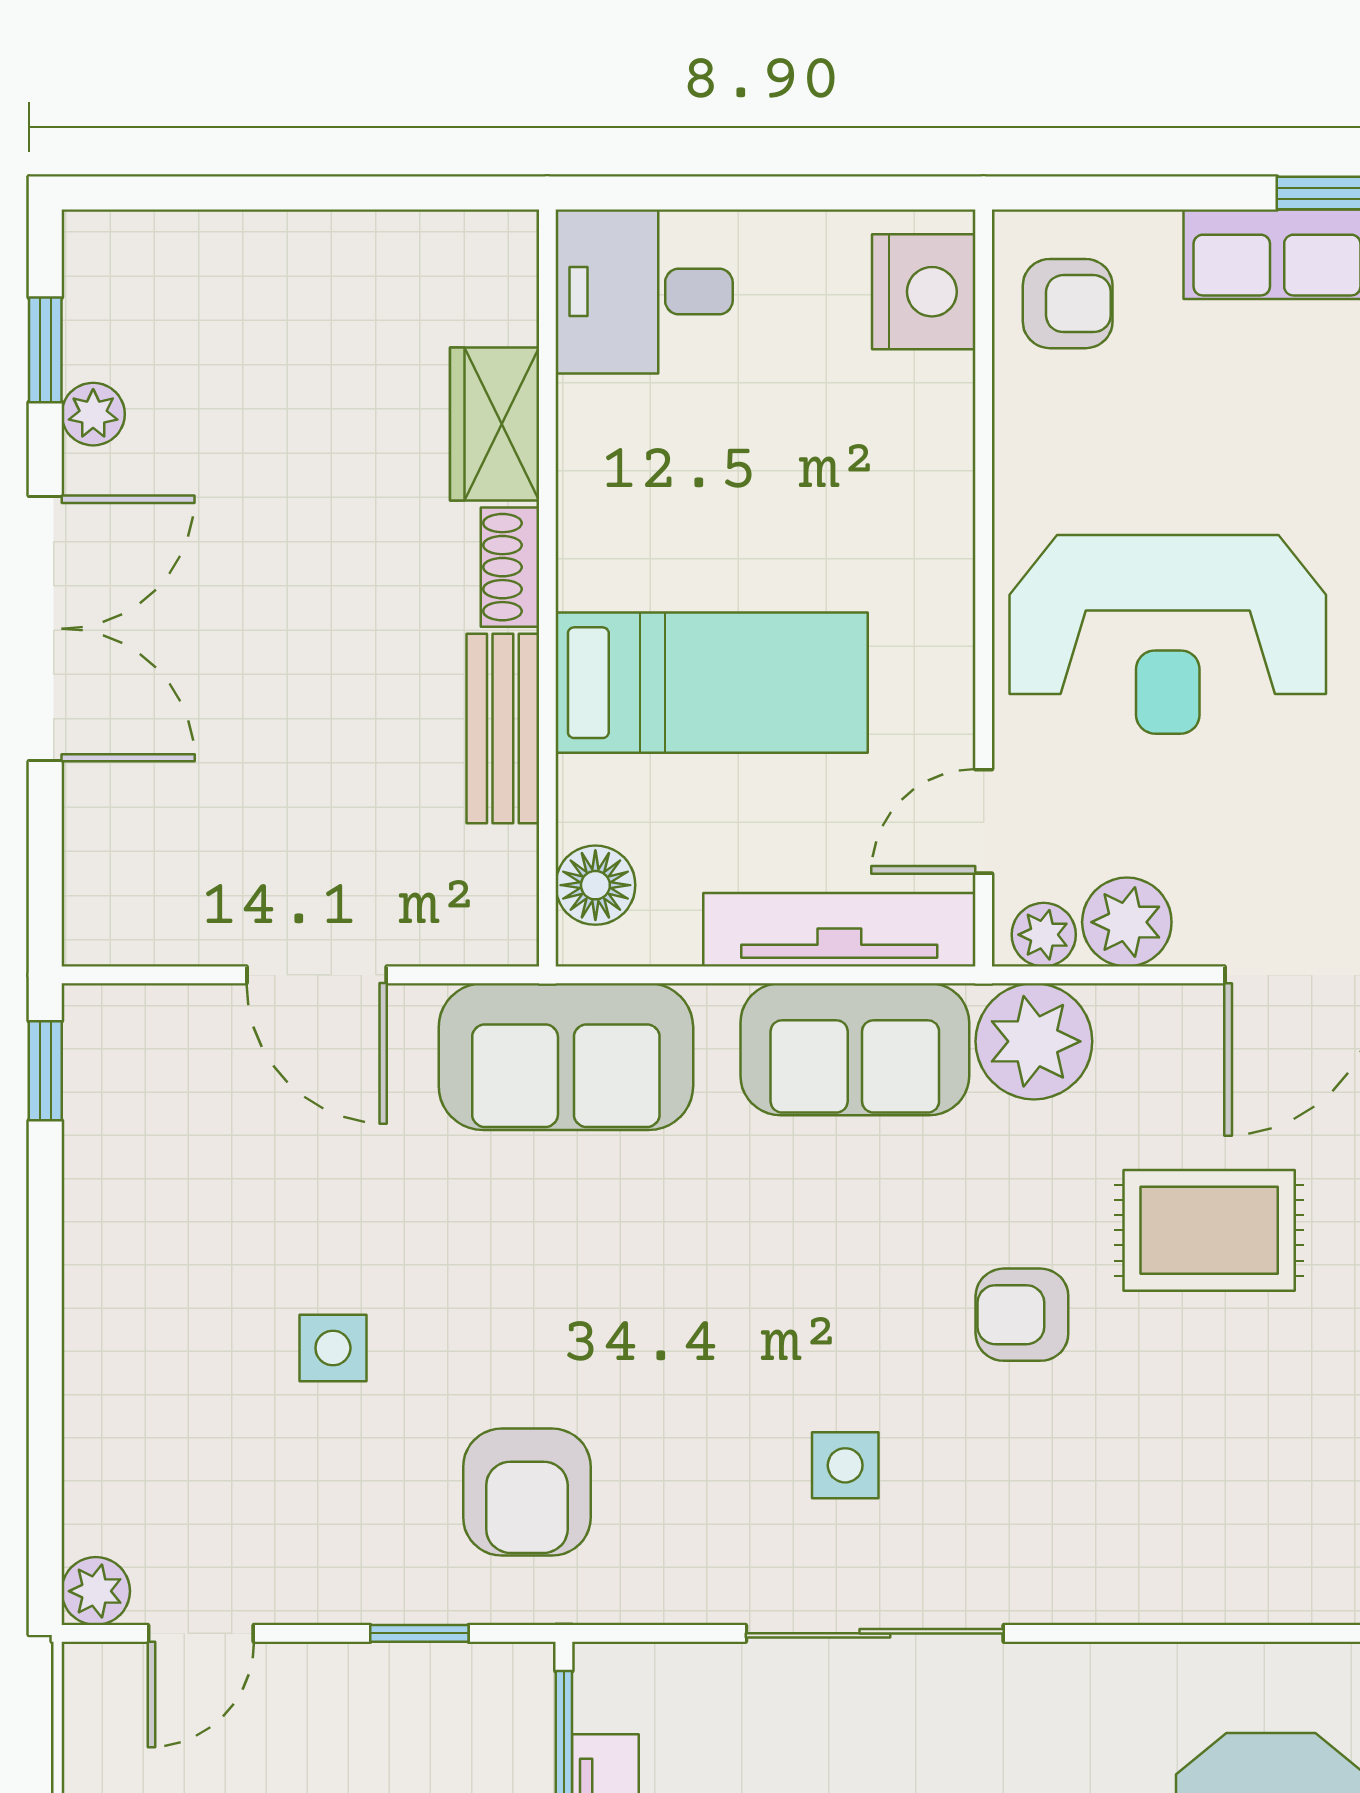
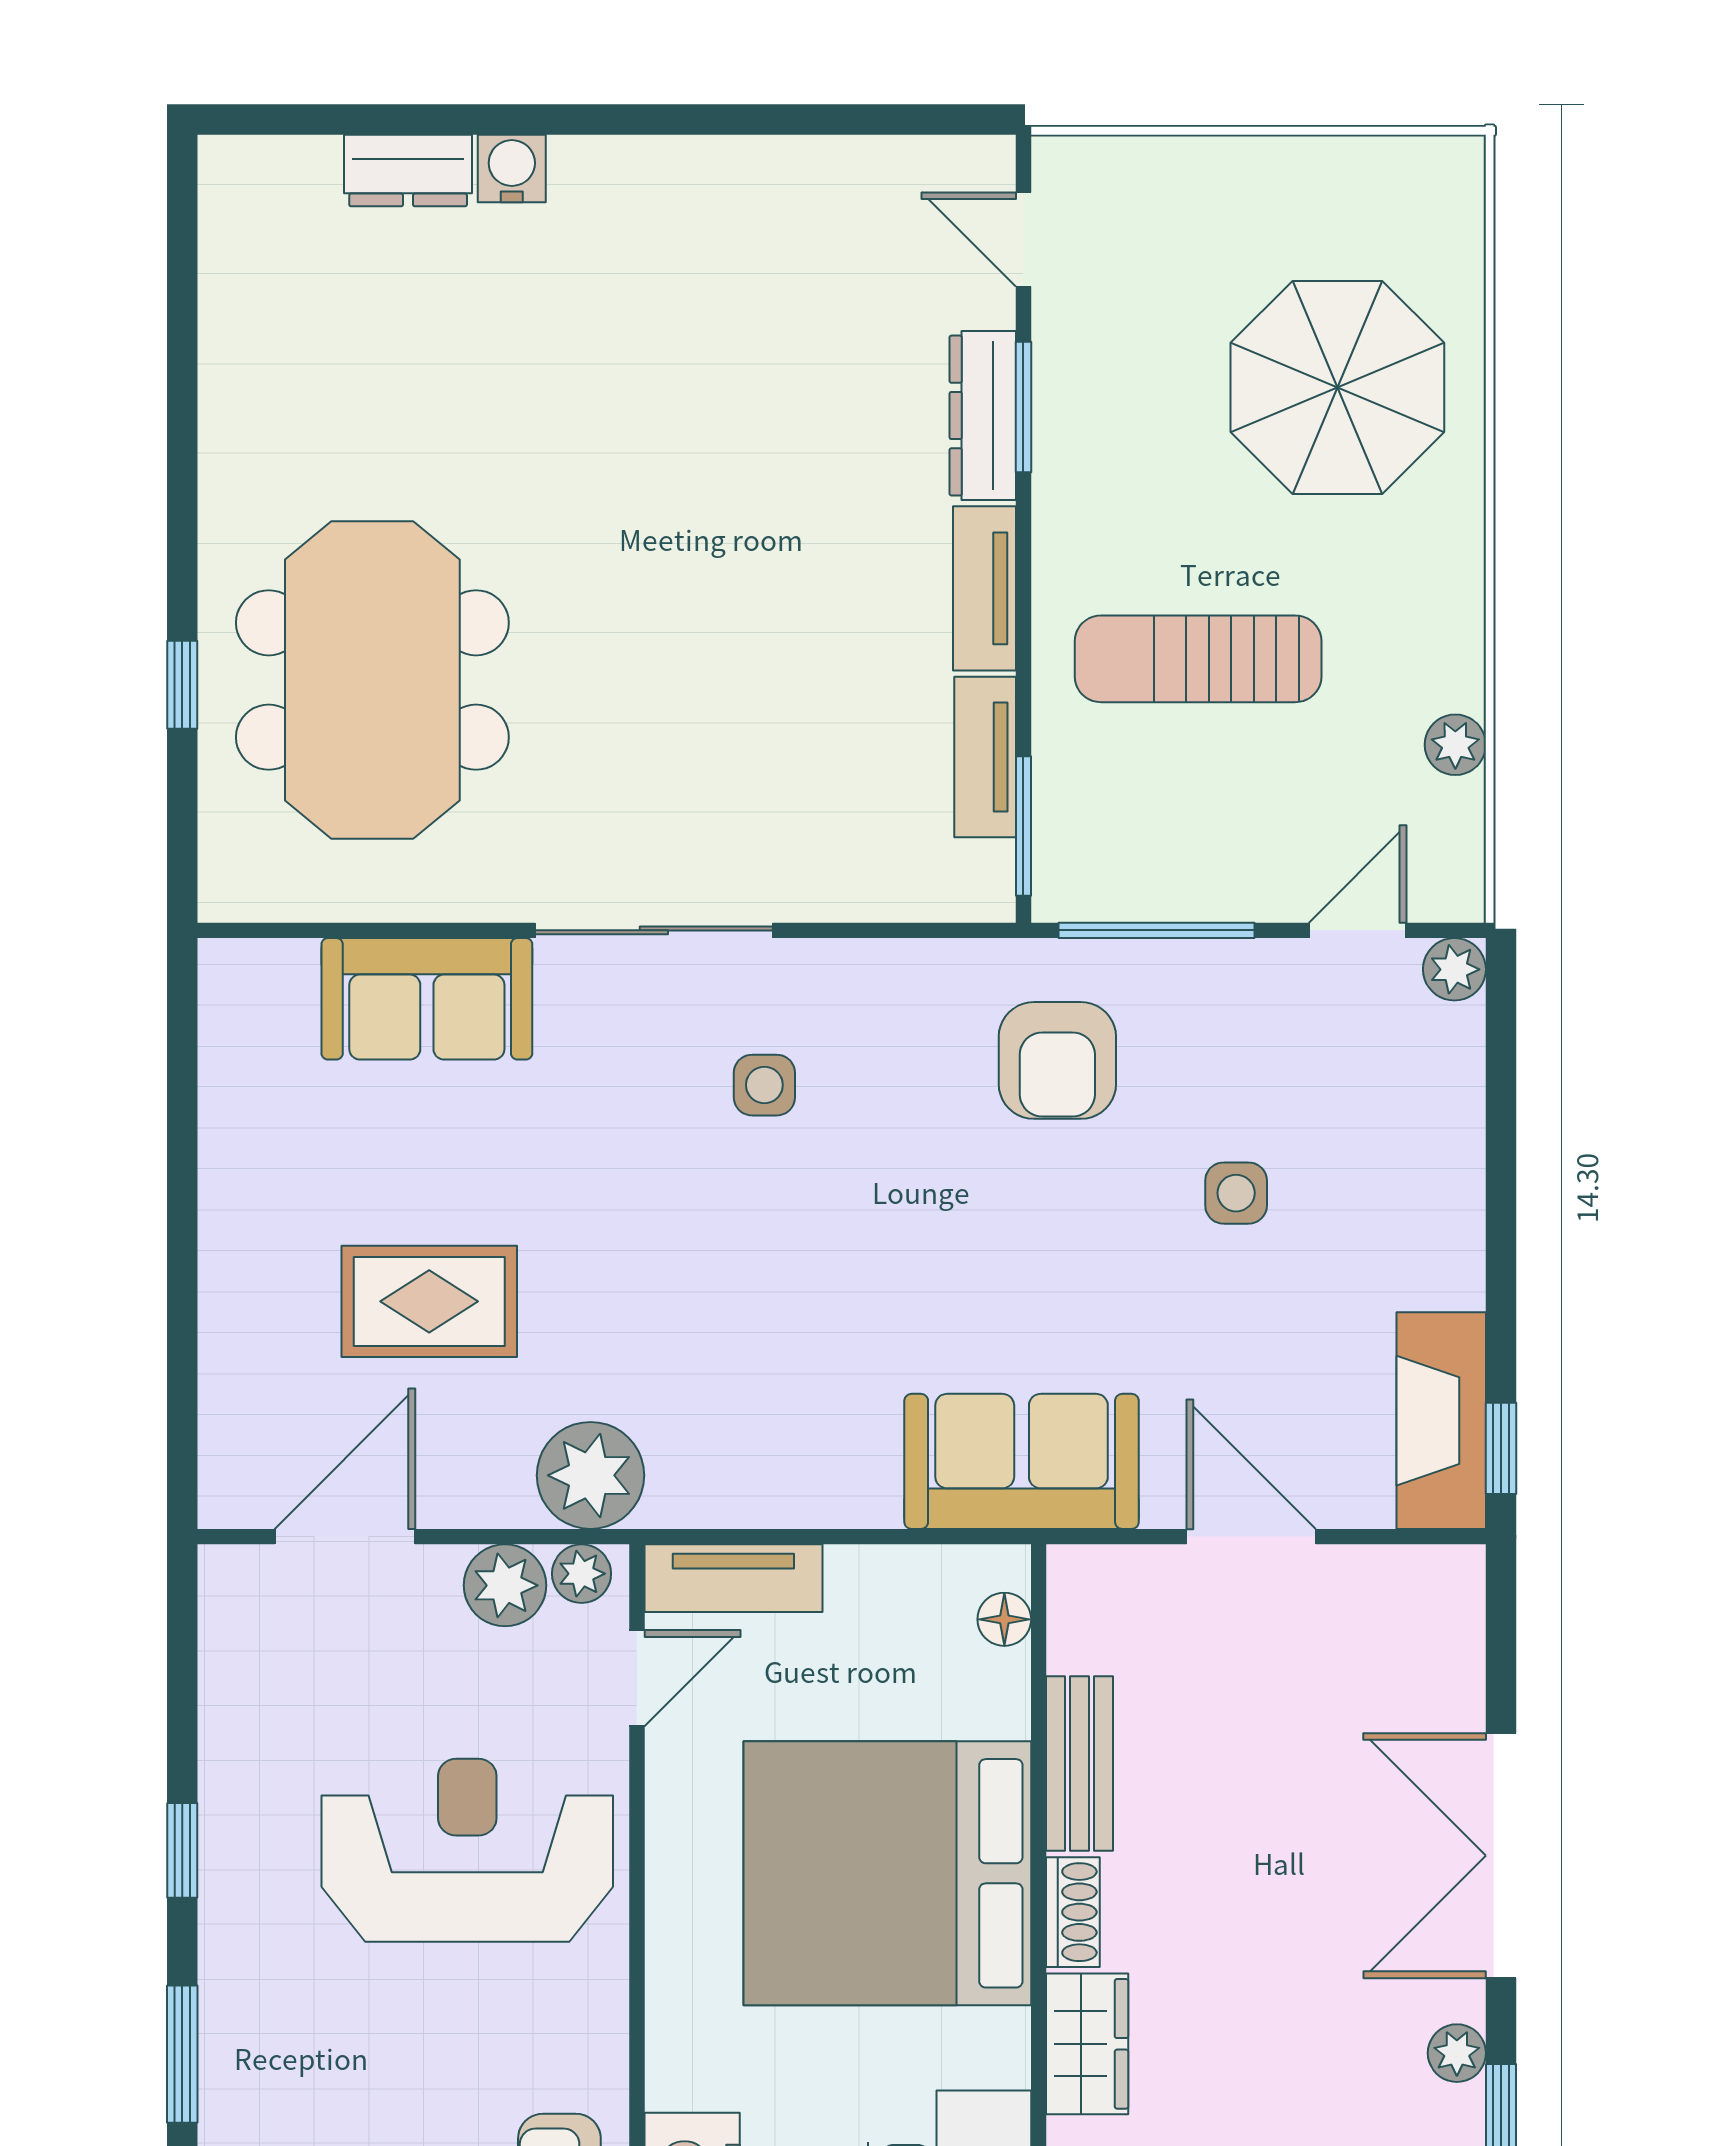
bed: (712, 683) -> (887, 1873), width x2.04
floor lamp: (595, 885) -> (1004, 1619), width x0.73, depth x0.73
tv unit: (839, 930) -> (733, 1578), width x0.71
sofa: (855, 1049) -> (427, 999), moved, turned 180
fireplace: (110, 1101) -> (1441, 1421), added
armchair: (1022, 1315) -> (602, 1224), removed
armchair: (527, 1492) -> (1057, 1060), turned 180
window: (419, 1633) -> (1156, 930), width x2.17
sliding door: (875, 1633) -> (654, 930), moved

